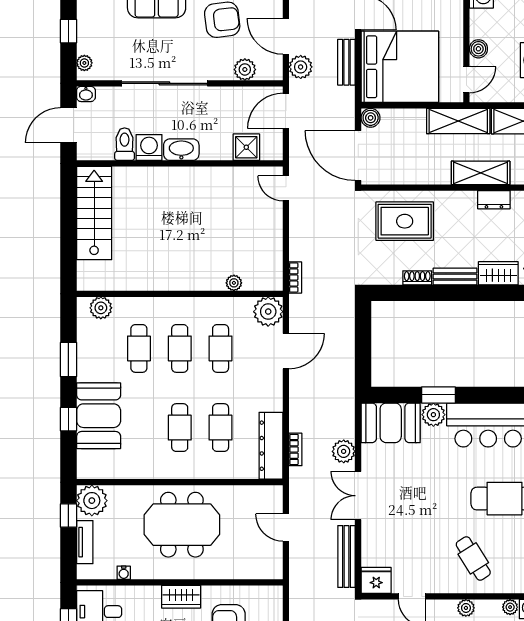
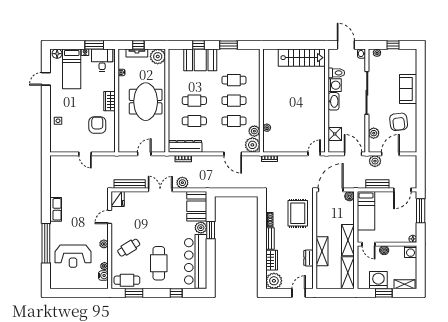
bed: (400, 67) -> (366, 211), width x0.49
plant: (101, 308) -> (254, 131), moved
window: (68, 515) -> (138, 45), moved

